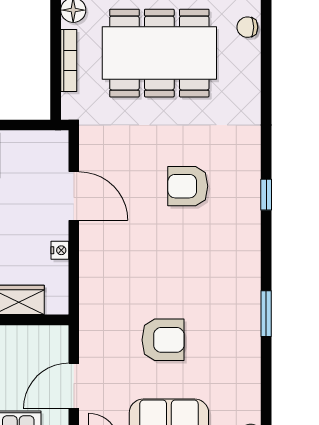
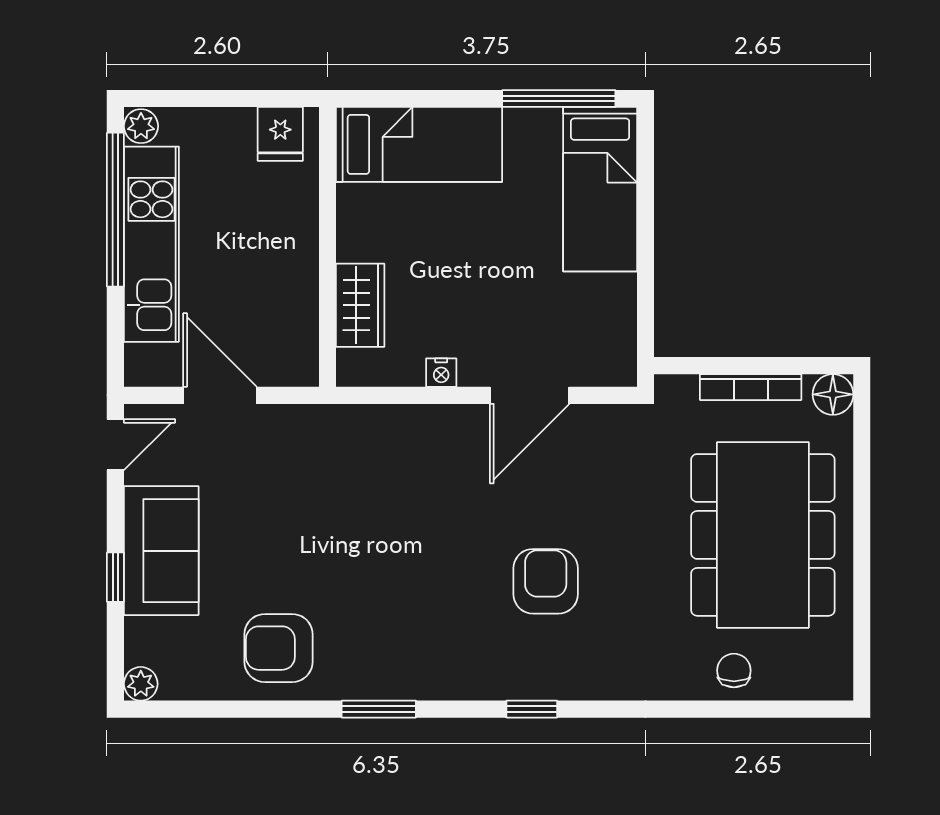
chair: (247, 27) -> (734, 671), moved
window: (266, 314) -> (379, 709), moved
armchair: (163, 340) -> (279, 648), moved, turned 90

